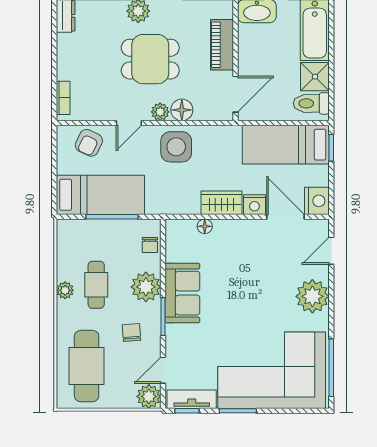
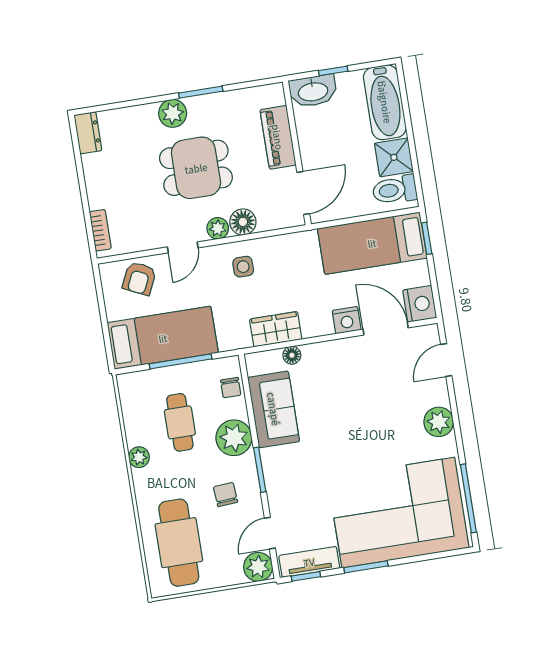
side table: (176, 147) -> (243, 267), width x0.54, depth x0.54
wardrobe: (222, 203) -> (276, 329), moved
cafe table: (96, 285) -> (180, 422), moved
sofa: (182, 293) -> (274, 409), moved
plant: (312, 296) -> (439, 422), width x0.73, depth x0.73

